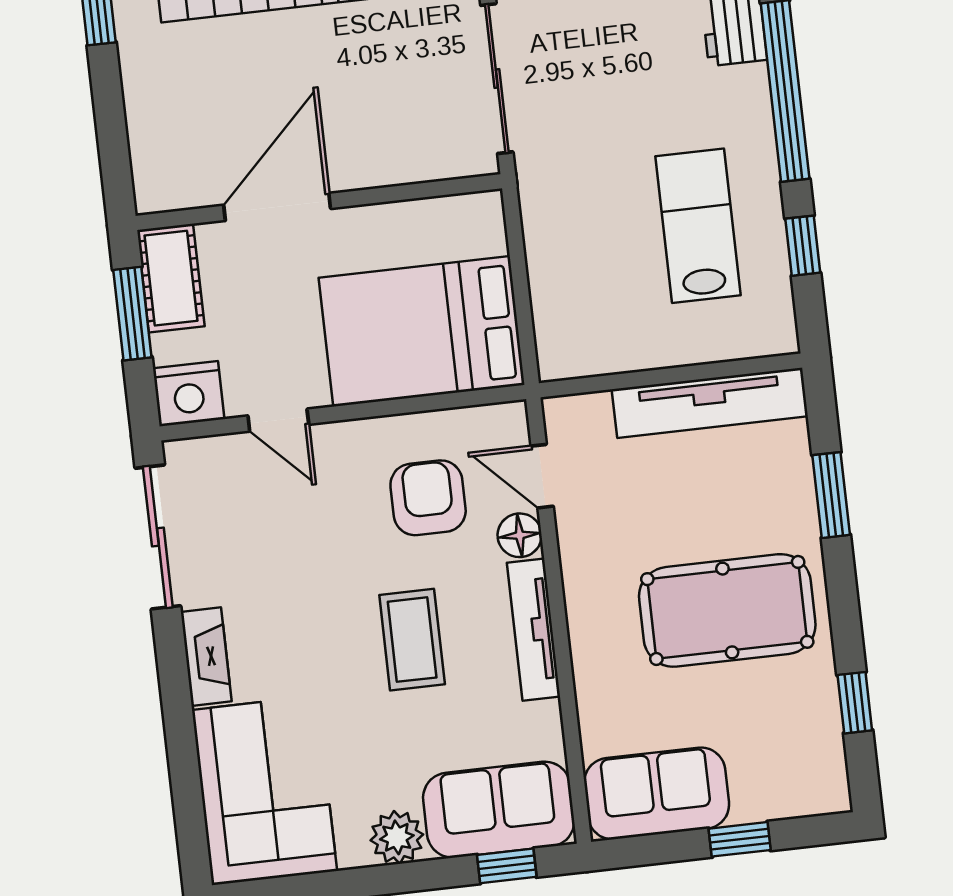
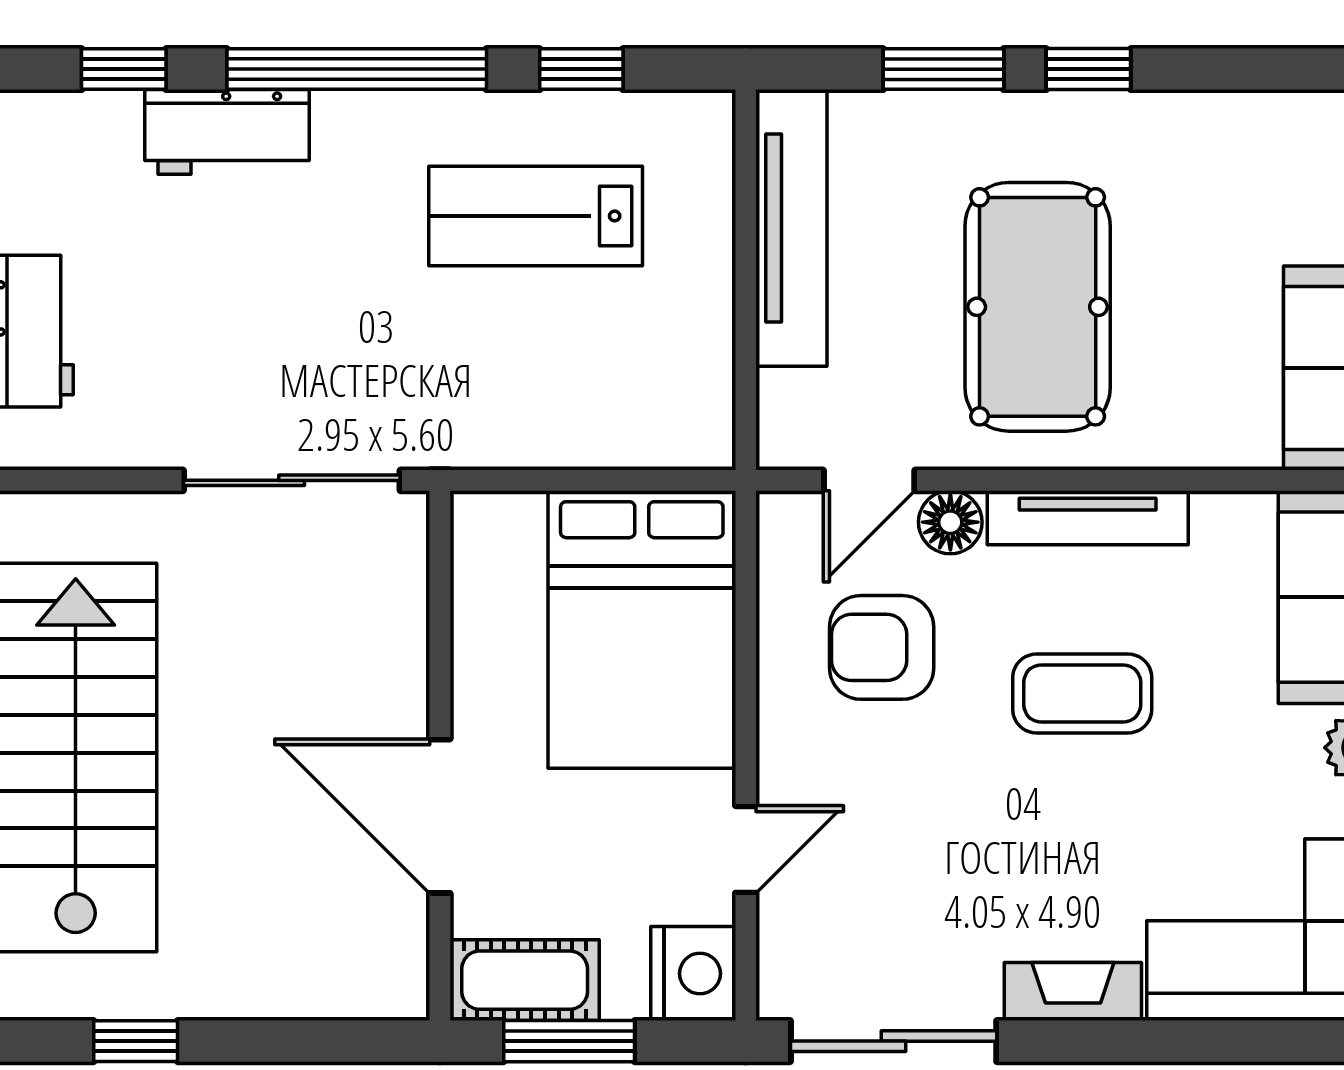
pool table: (727, 610) -> (1038, 307), moved
window: (855, 703) -> (1088, 69), moved

